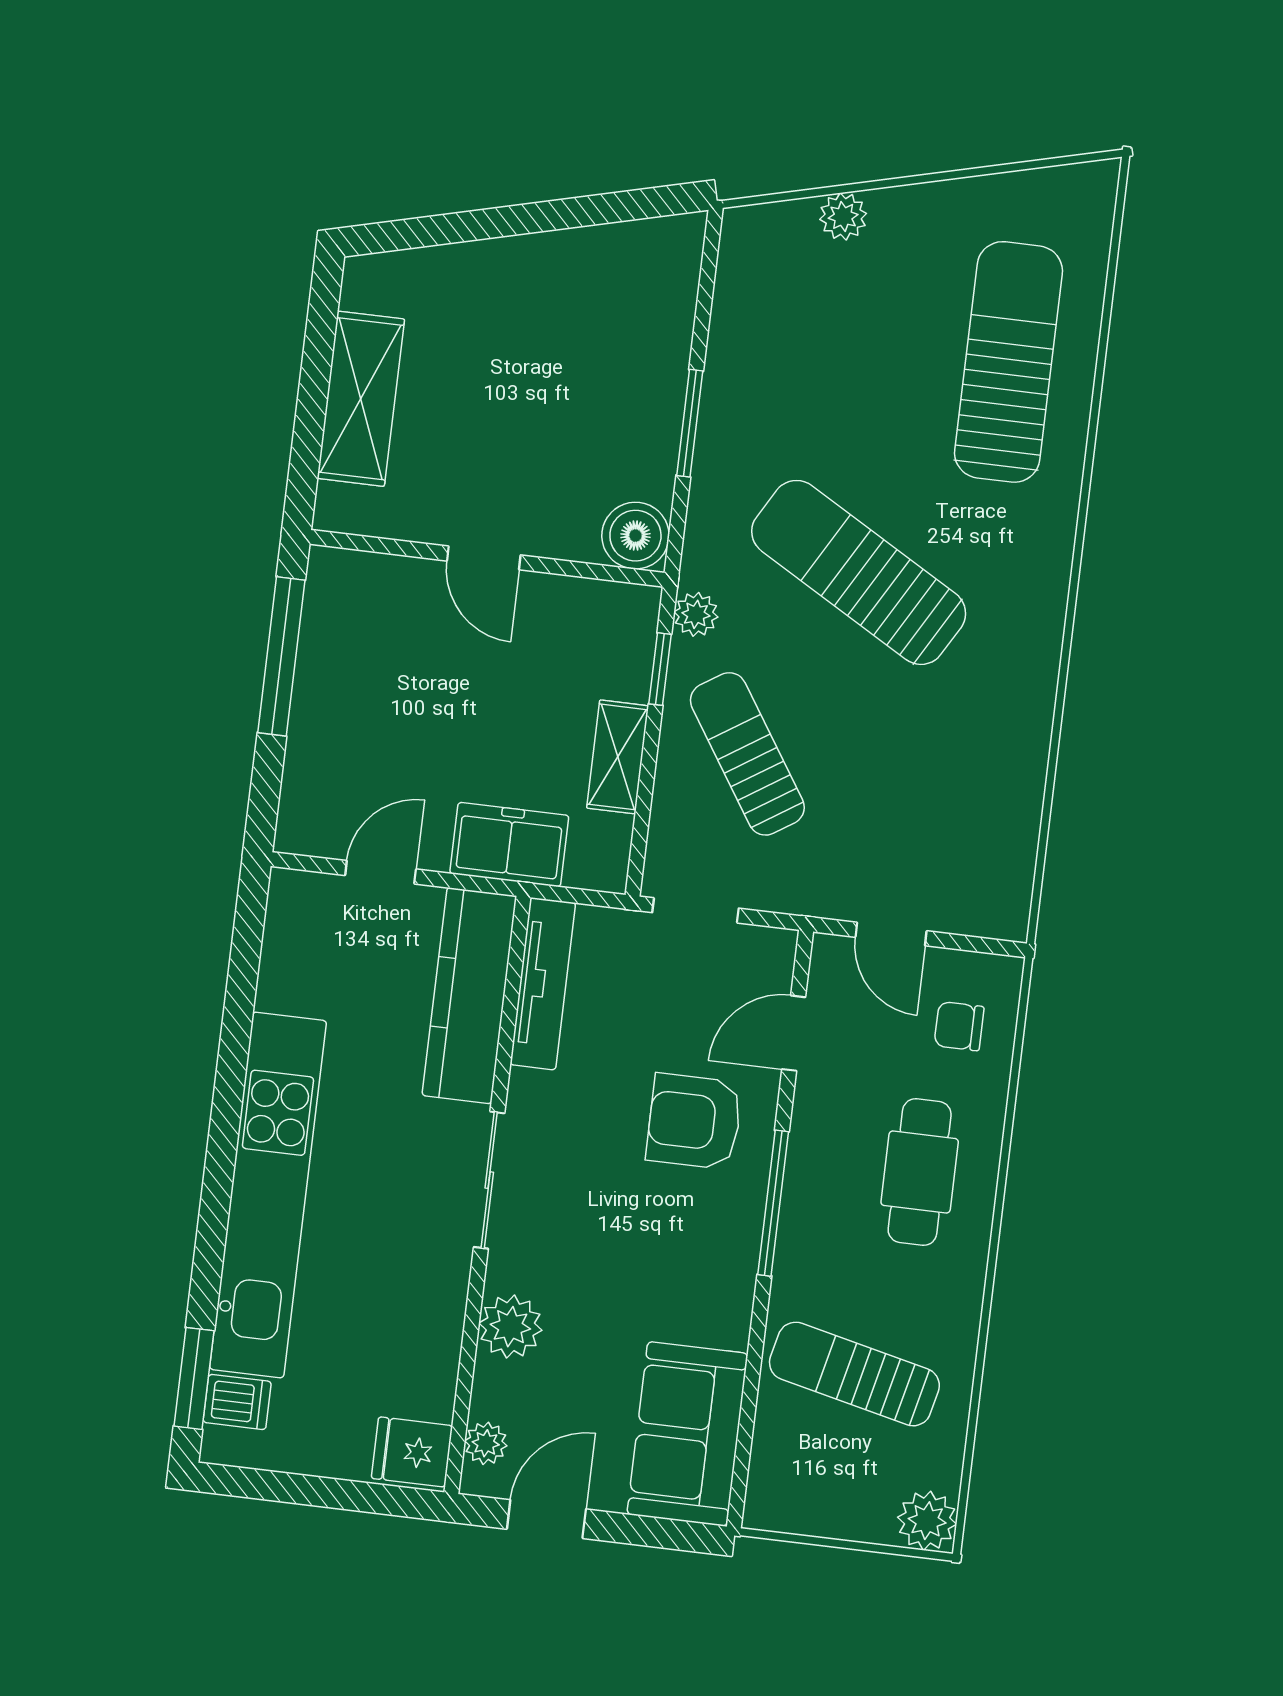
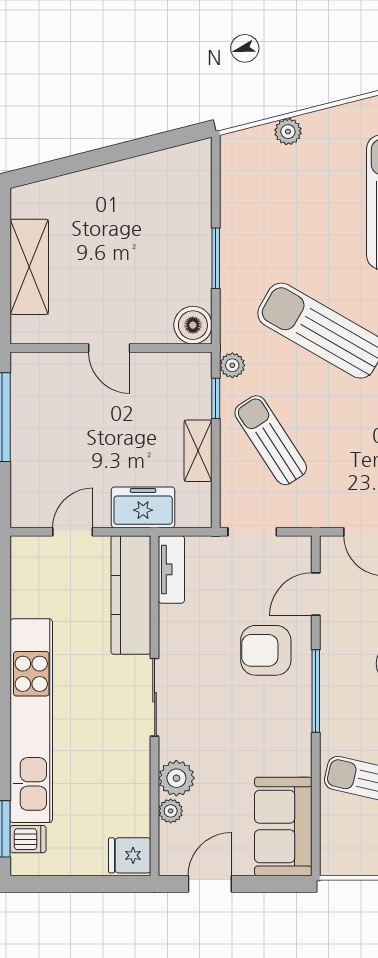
tv unit: (543, 984) -> (171, 569), width x0.71
plant: (486, 1443) -> (171, 811), moved

